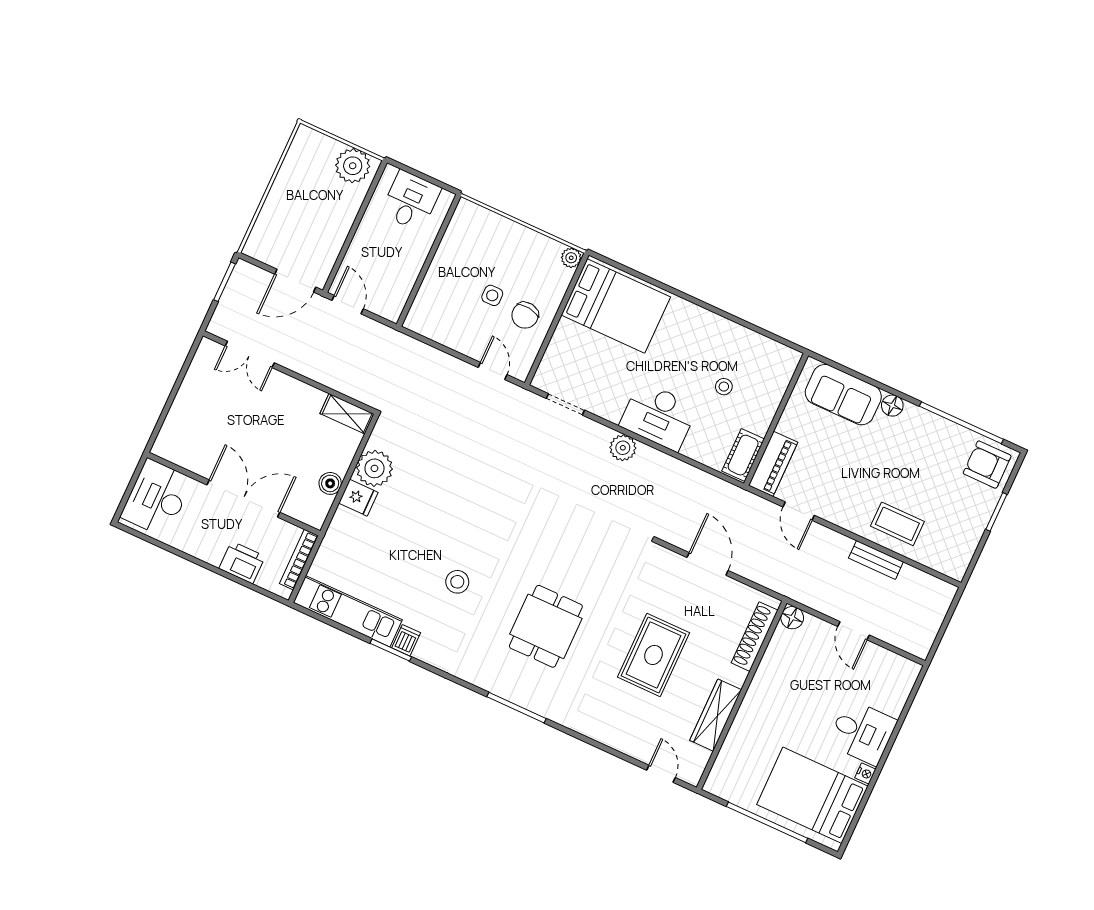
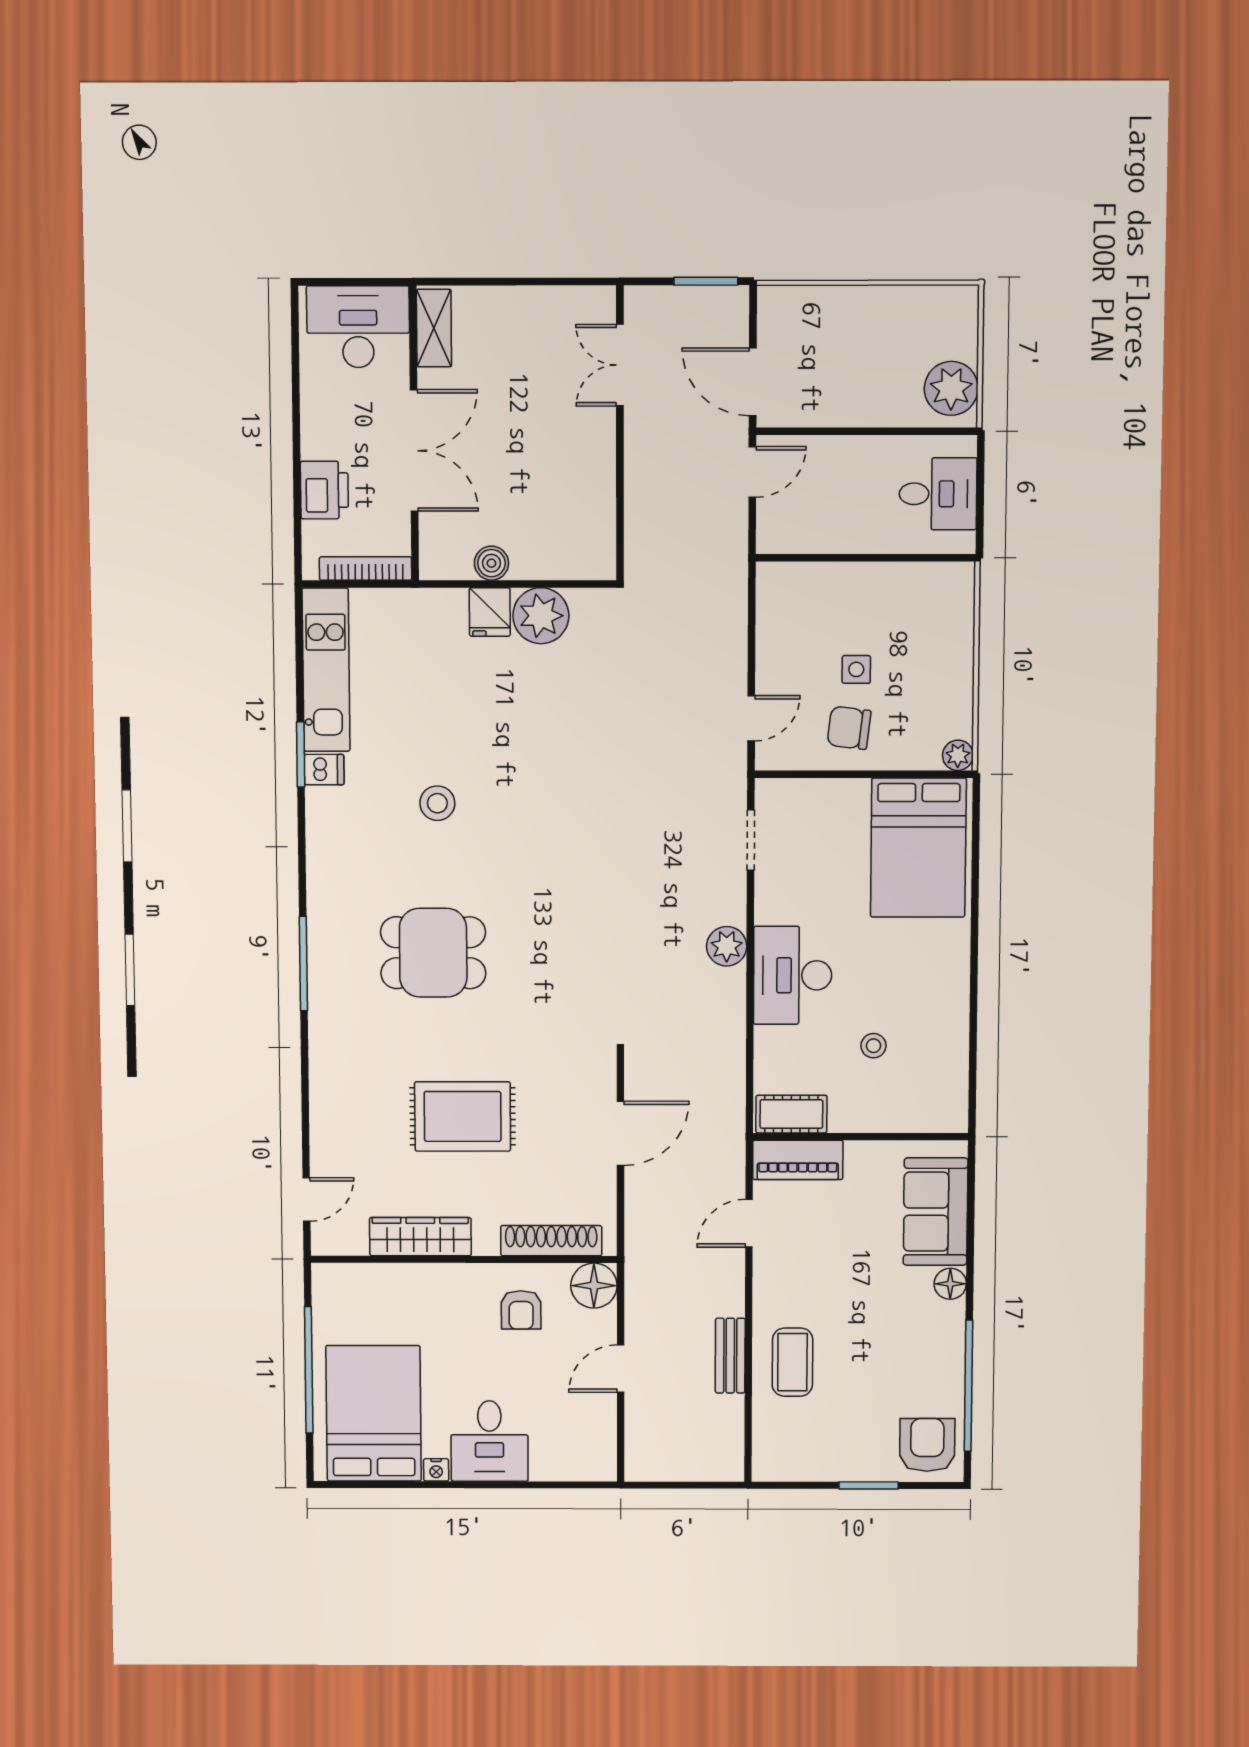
shelving: (347, 414) -> (434, 328), moved
floor lamp: (792, 618) -> (594, 1286), width x1.38, depth x1.38
armchair: (789, 675) -> (521, 1310), added

